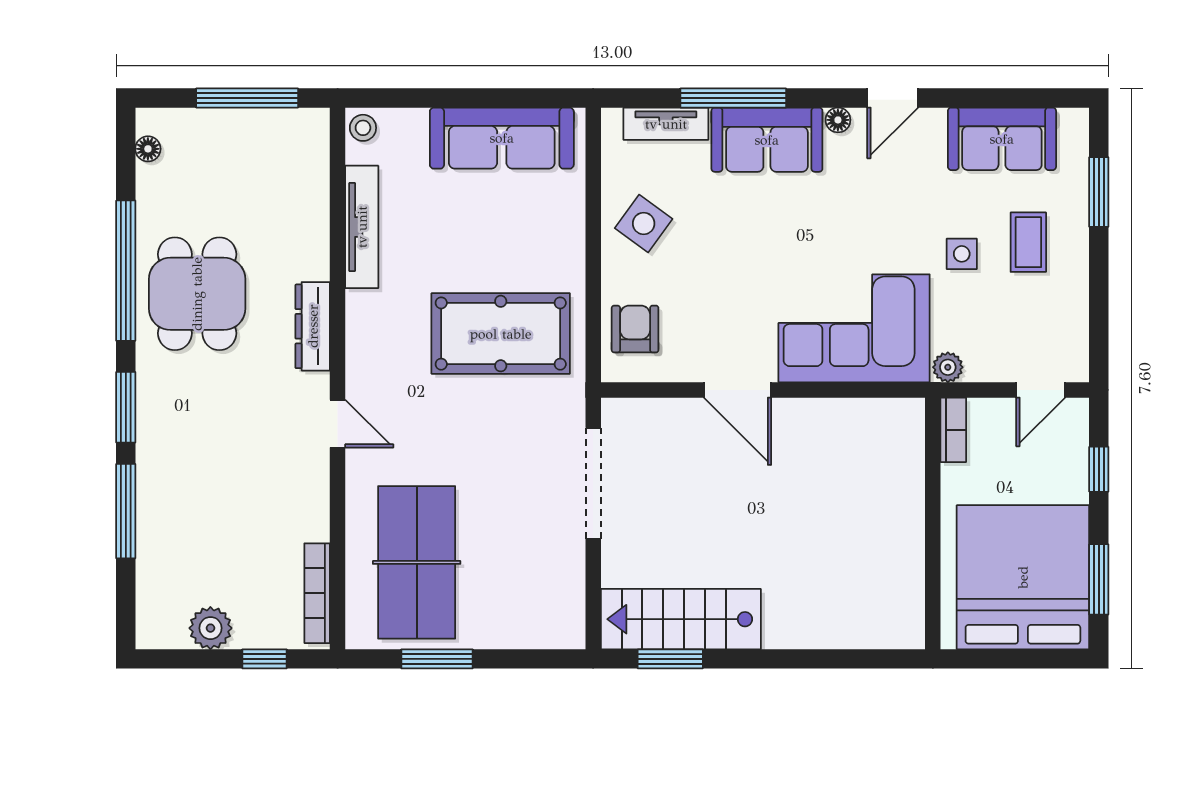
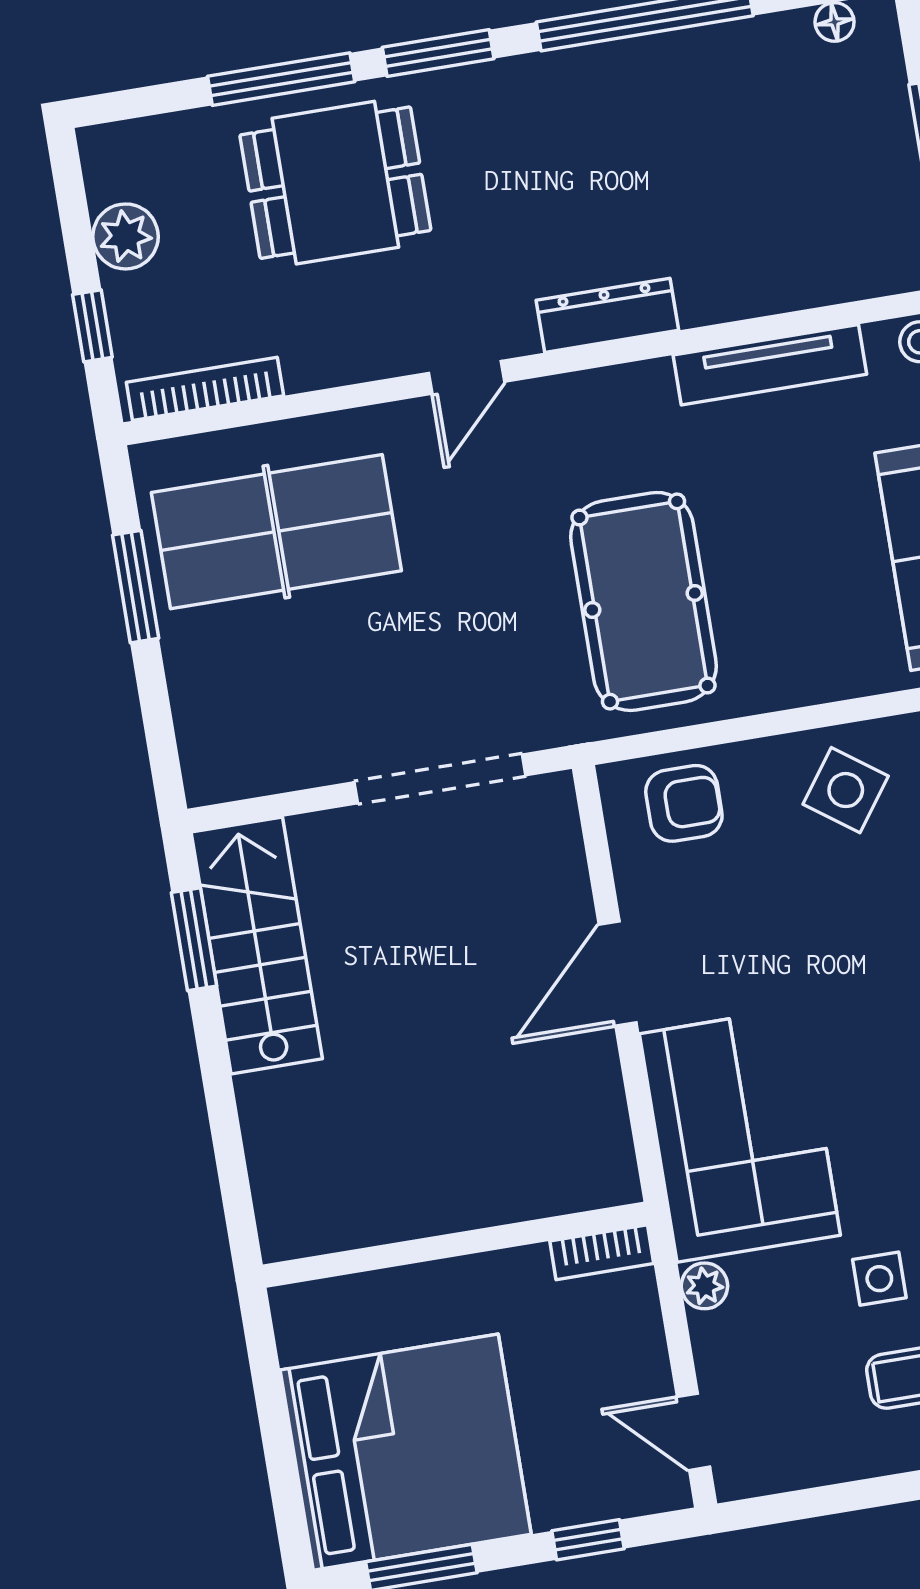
dining table: (197, 294) -> (335, 183), moved
bookcase: (953, 430) -> (602, 1252), moved
wall: (933, 523) -> (455, 1245), moved

